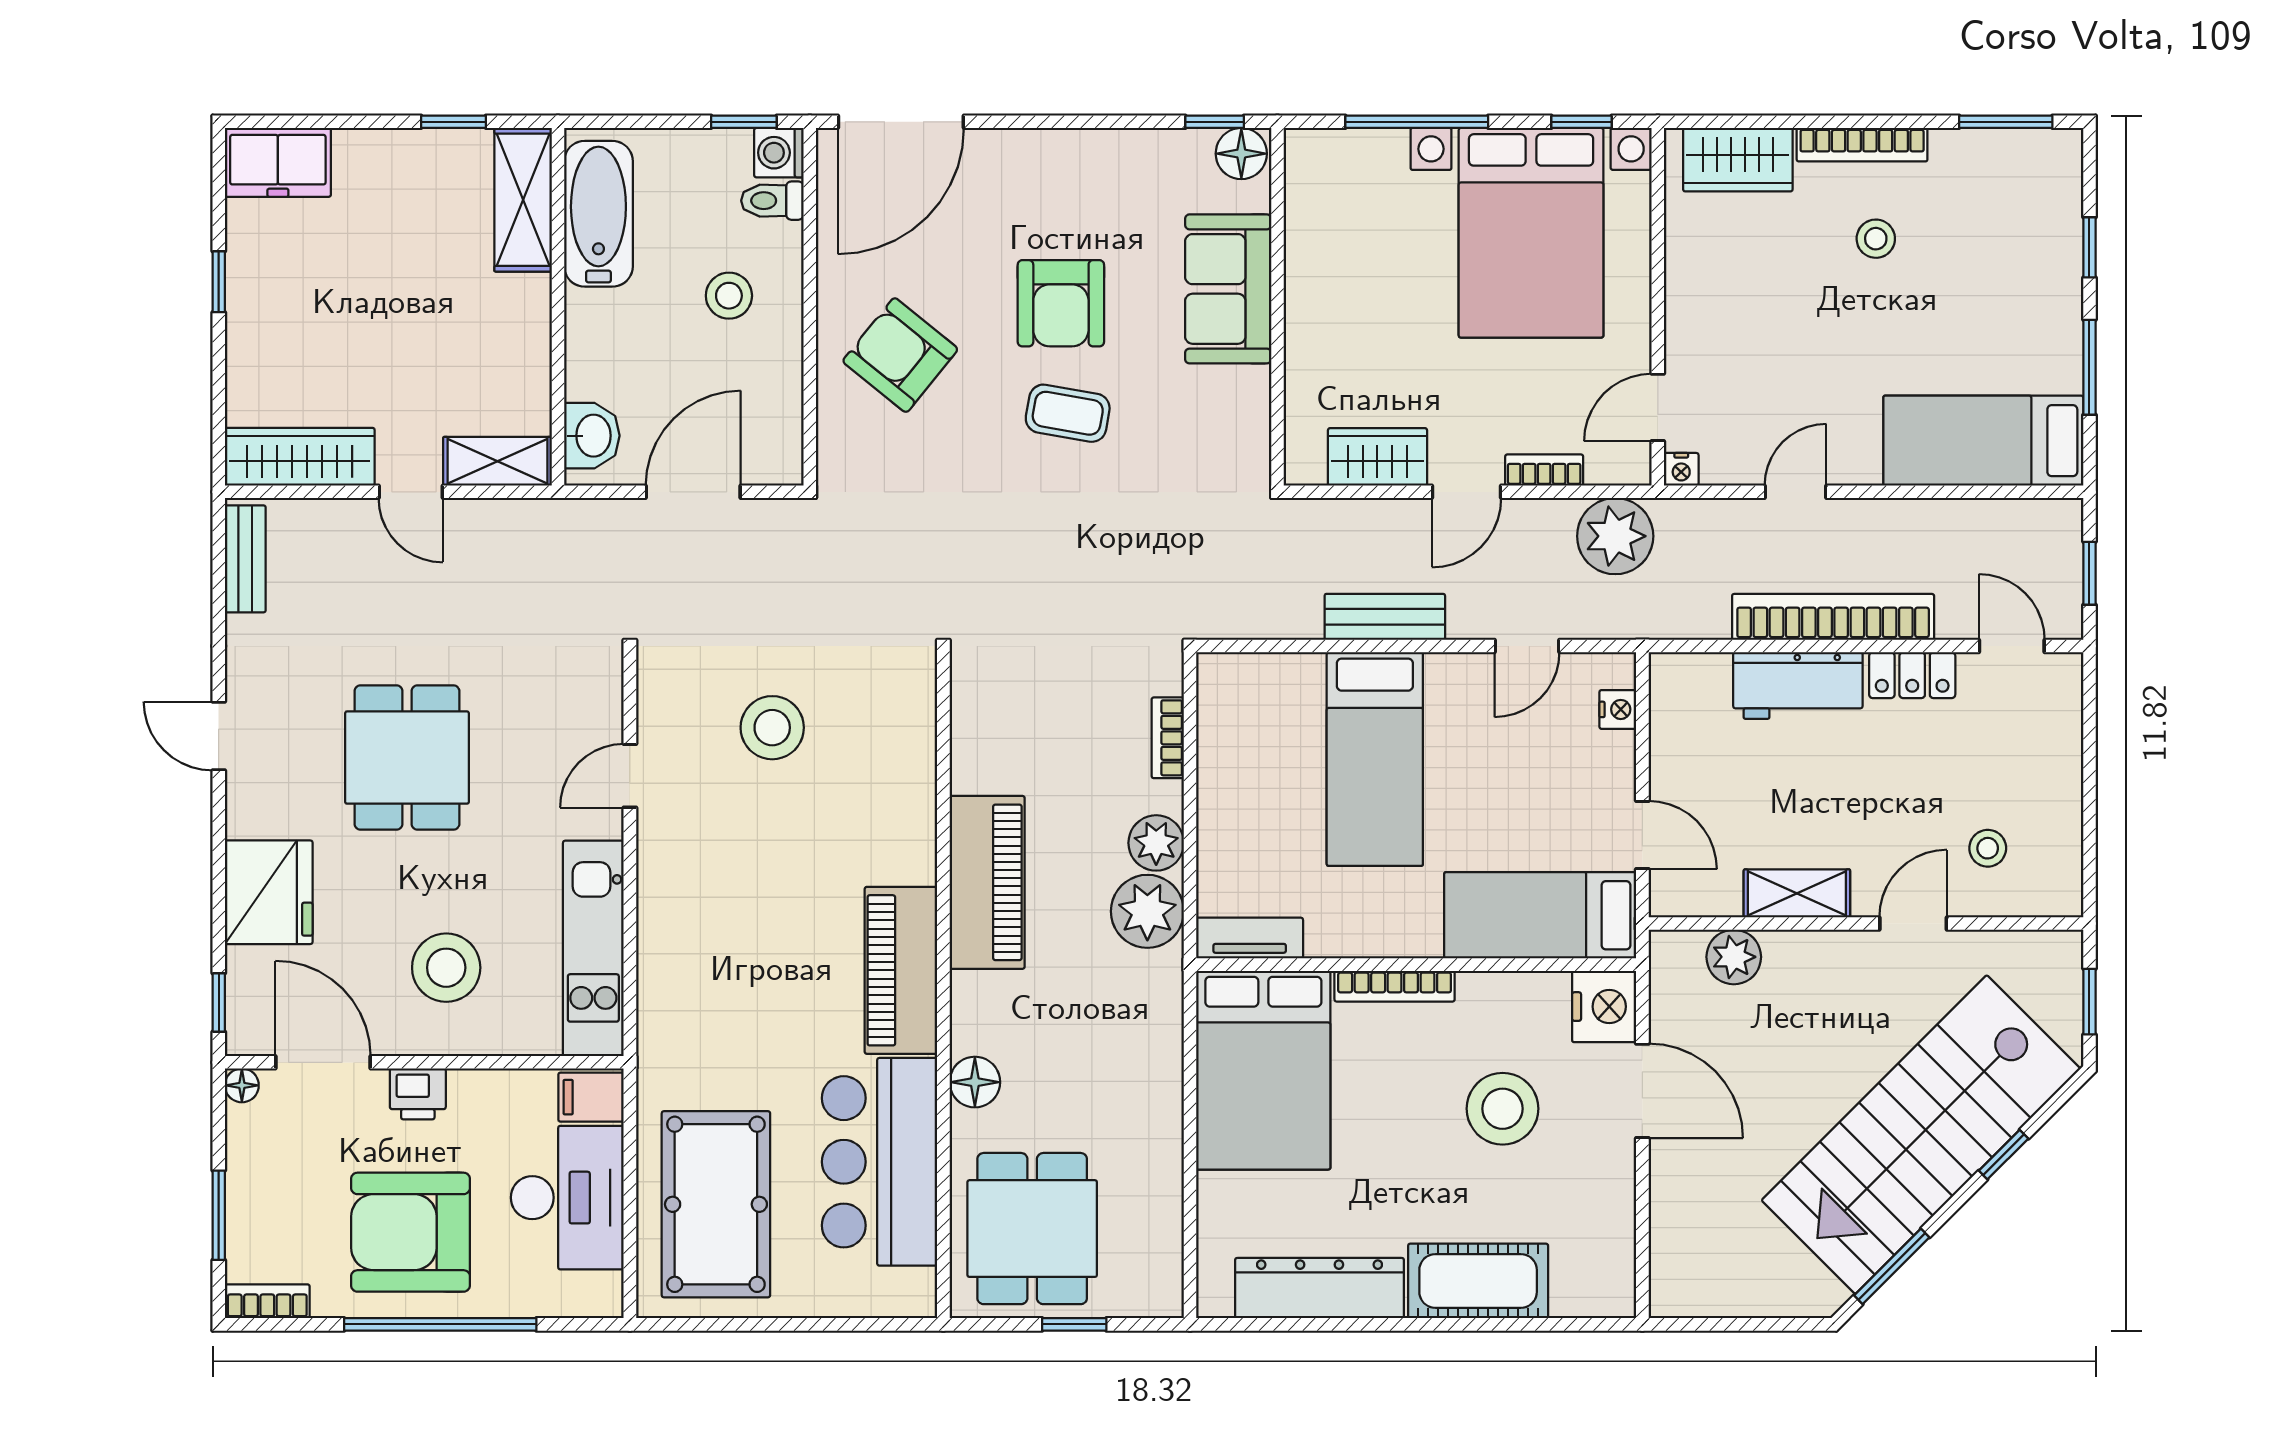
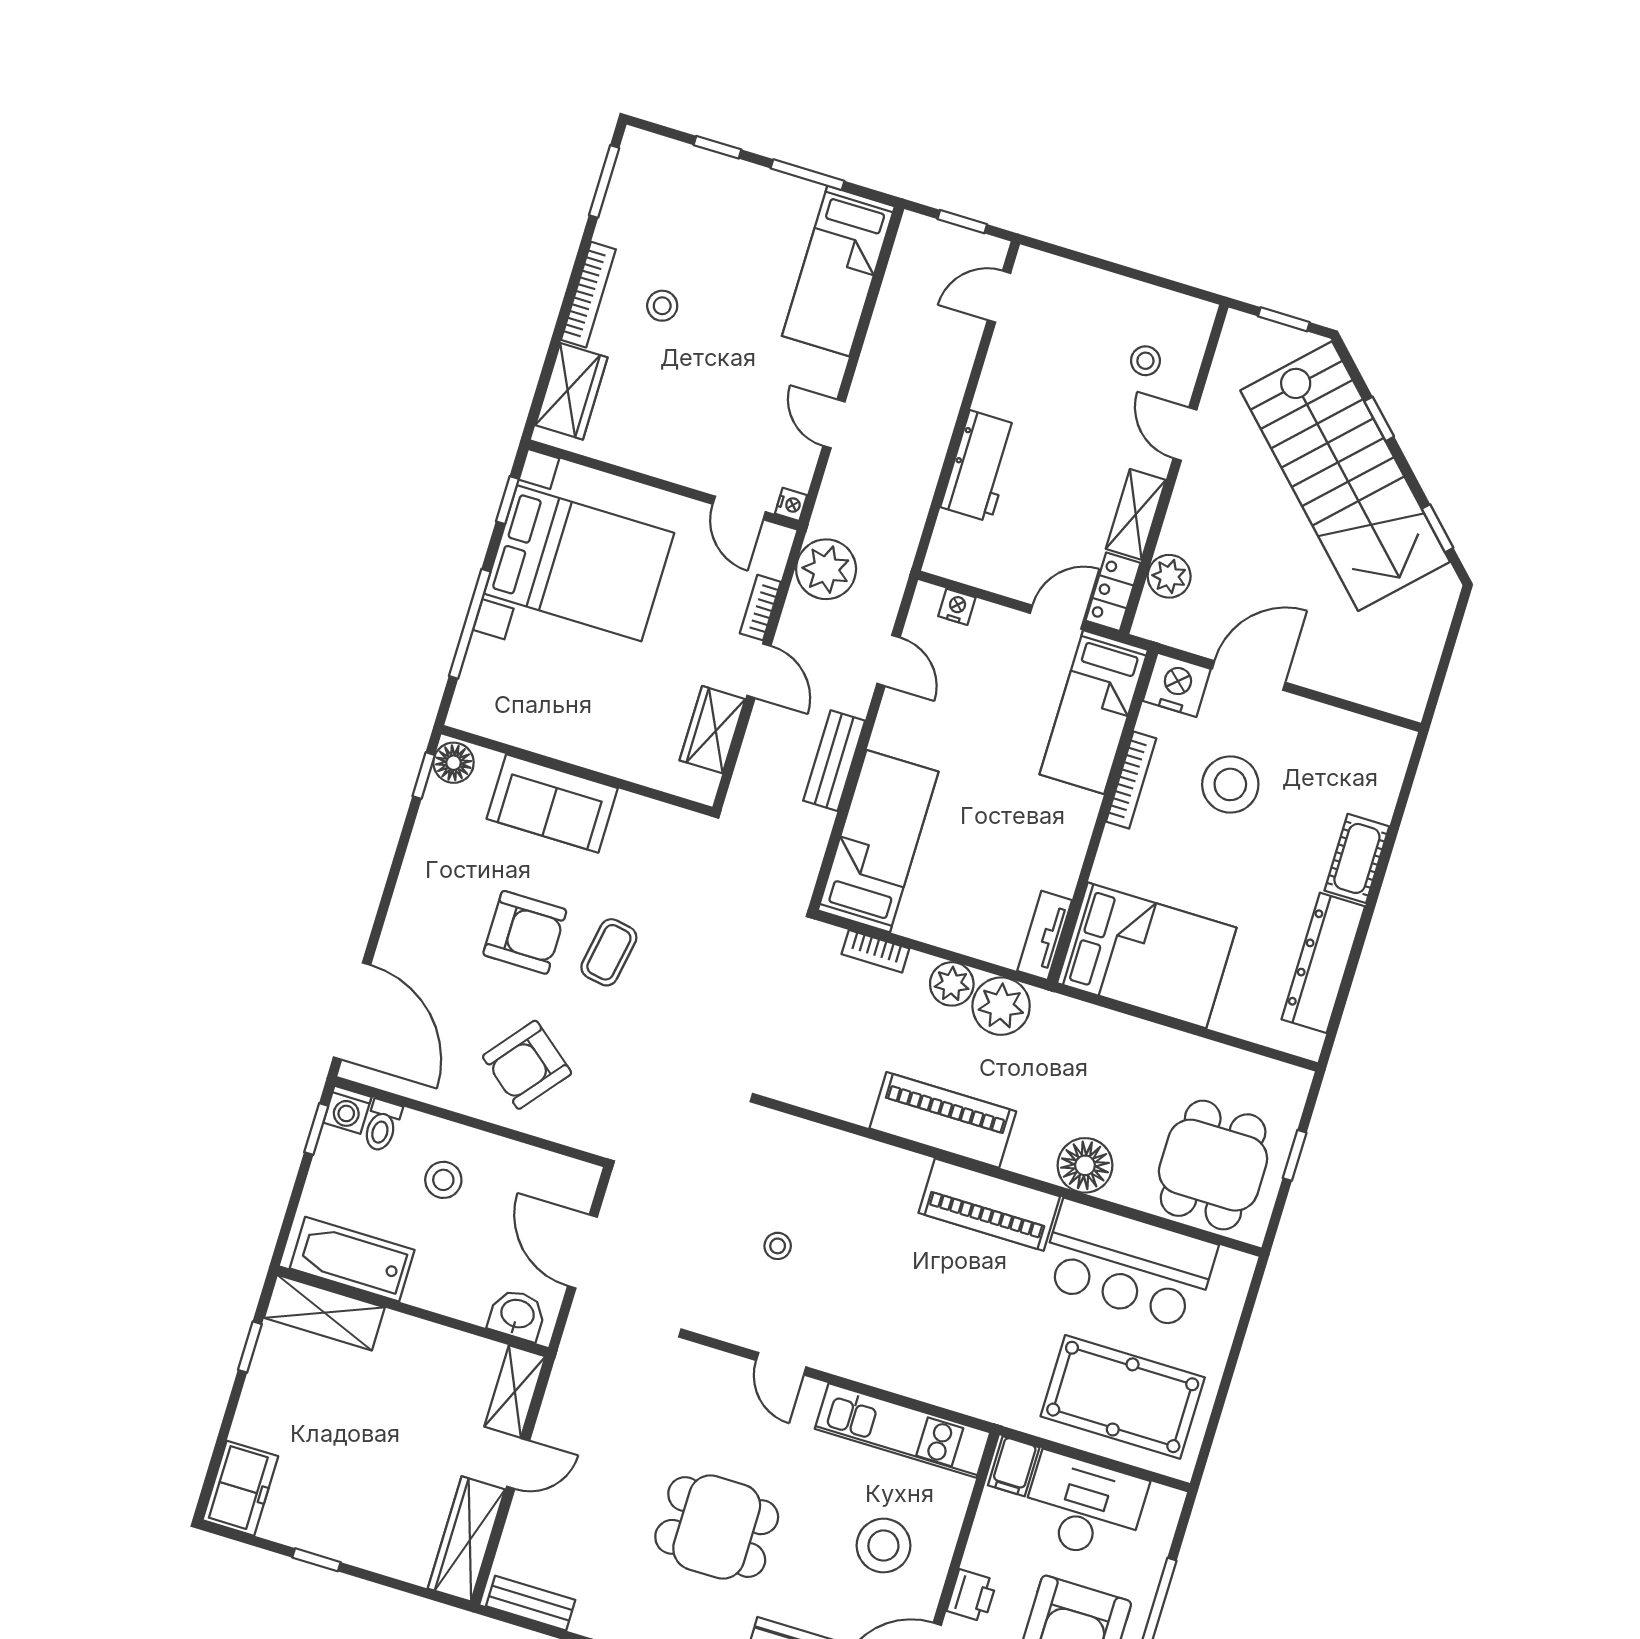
bookcase: (1833, 617) -> (936, 424), removed
locker: (1912, 675) -> (1113, 592), moved, turned 180
stool: (772, 728) -> (778, 1246), width x0.53, depth x0.53
bed: (1375, 759) -> (878, 841), moved, turned -90
bookcase: (1395, 986) -> (1131, 780), moved
floor lamp: (975, 1082) -> (1085, 1165), width x1.38, depth x1.38
dining table: (1032, 1229) -> (1213, 1165), turned 90
window: (1892, 1266) -> (1438, 528), width x0.67
cot: (1478, 1281) -> (1357, 858), width x0.73, depth x0.75

